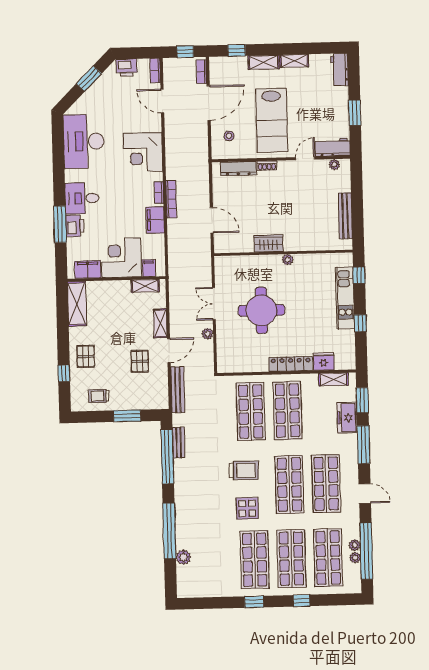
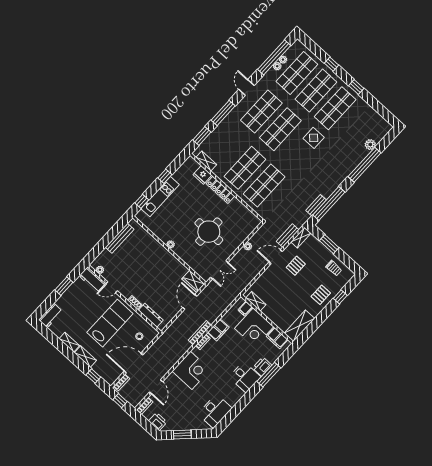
desk: (84, 141) -> (215, 411), width x0.73, depth x0.77
wardrobe: (269, 243) -> (193, 281), moved
double door: (214, 304) -> (219, 270), moved
shelving: (160, 323) -> (301, 238), moved
bench: (178, 390) -> (288, 236), width x0.73
freezer: (347, 418) -> (218, 135), removed
trolley: (244, 470) -> (297, 159), removed

